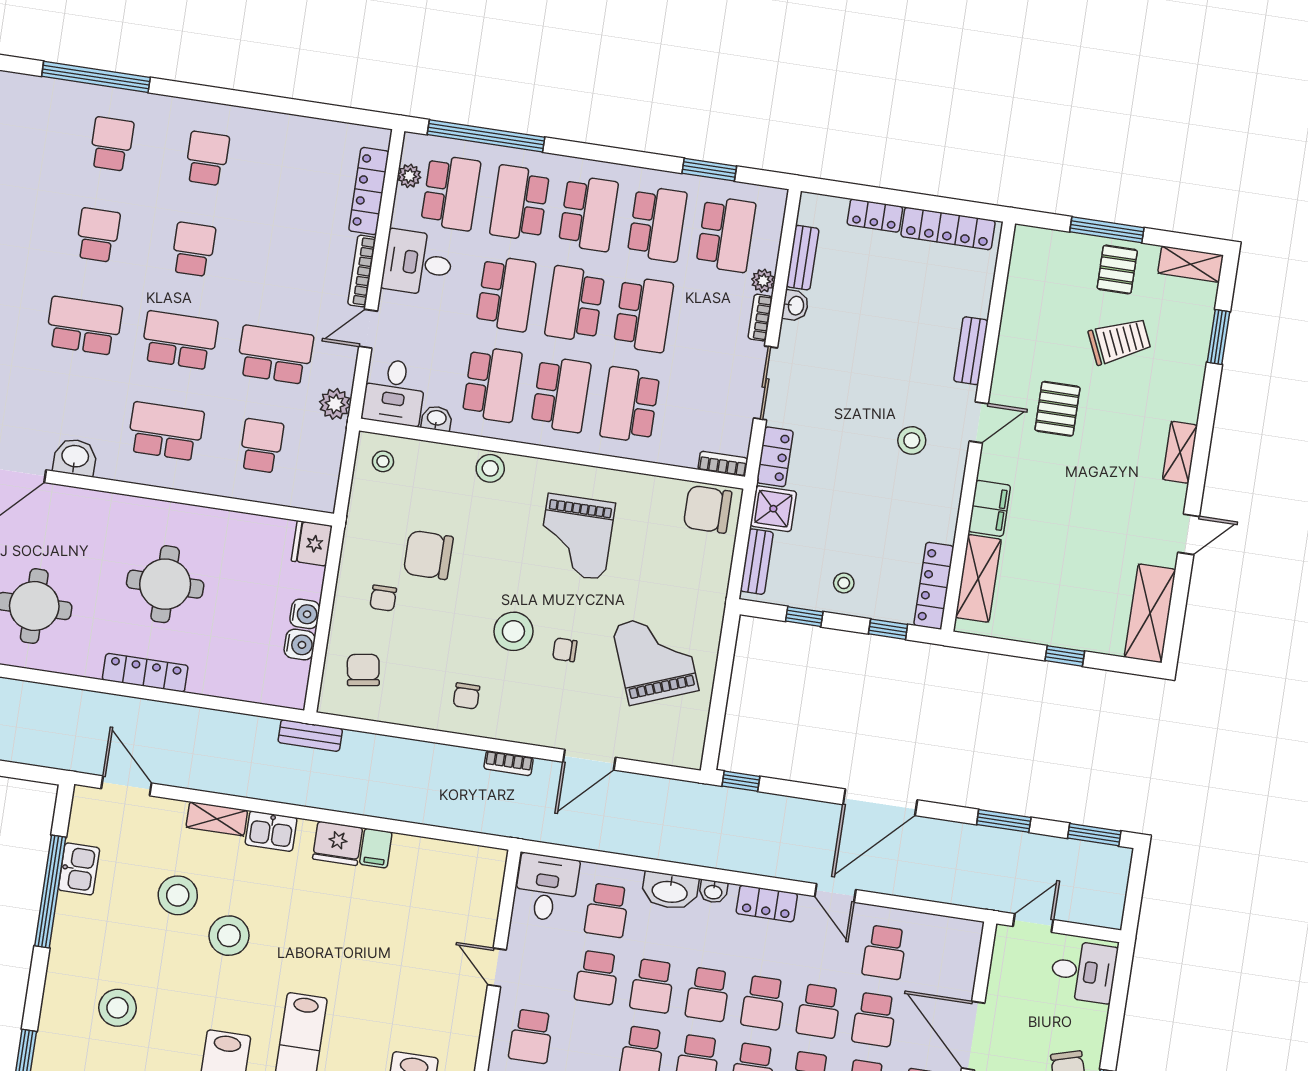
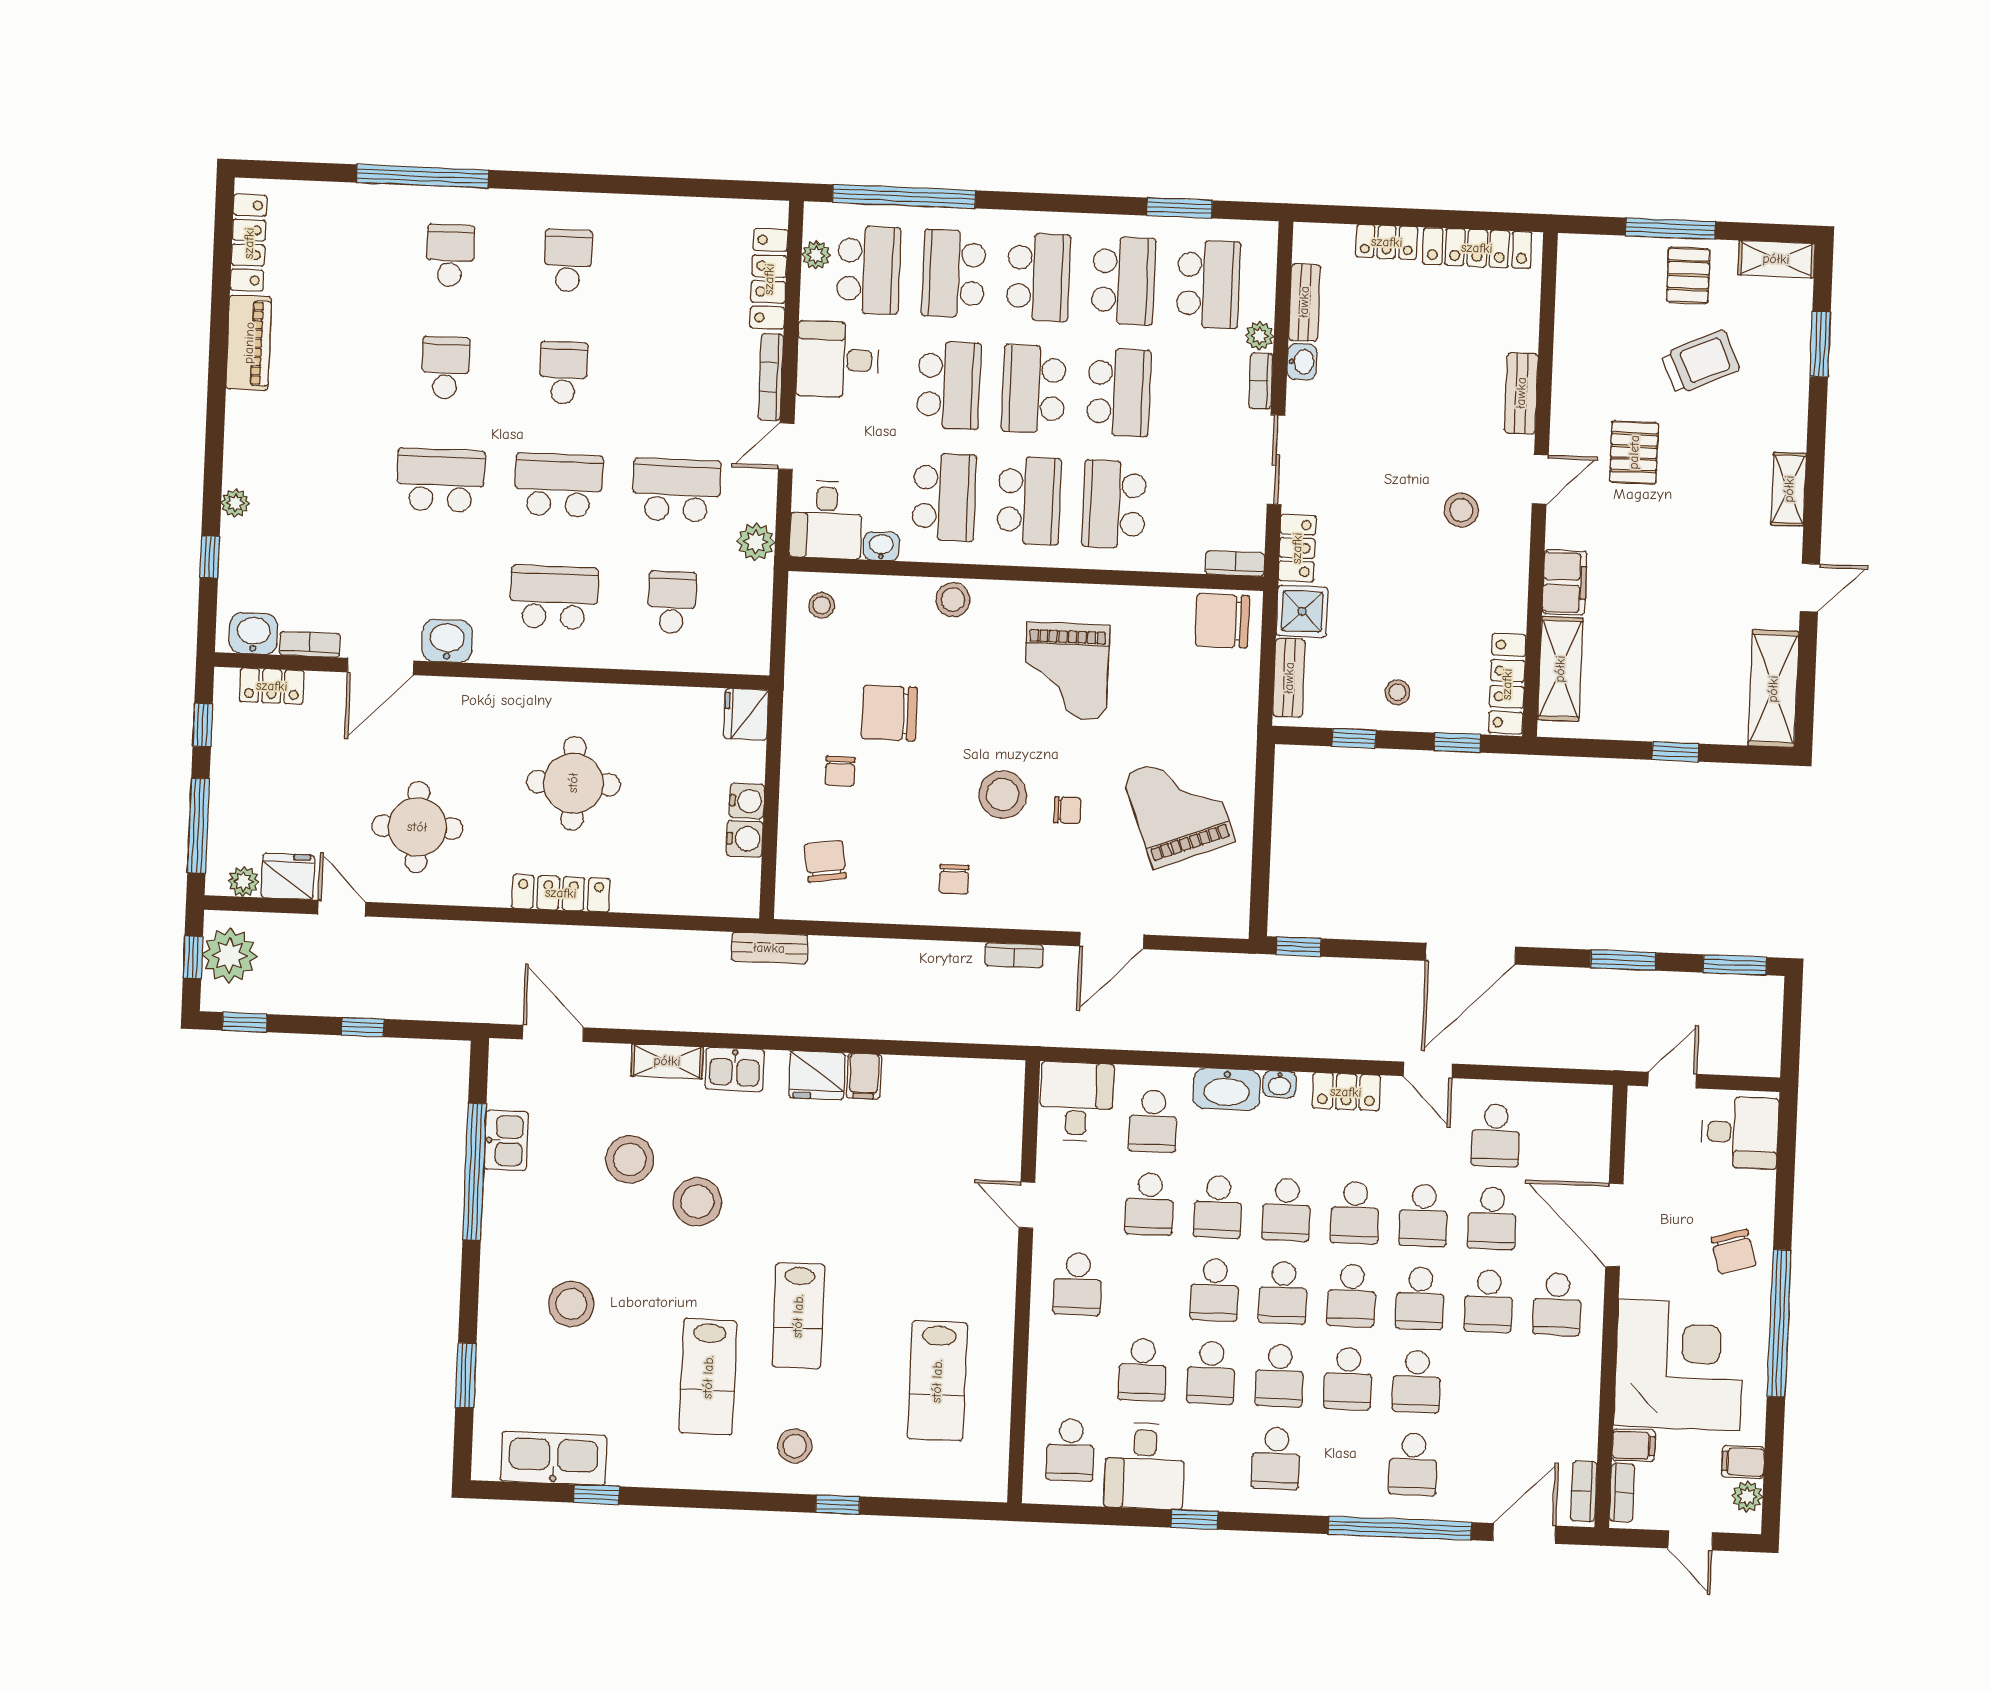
chair: (565, 650) -> (1067, 810), turned 180

